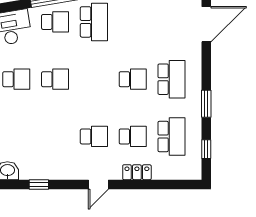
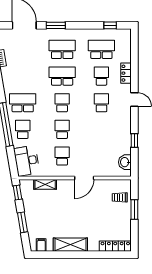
school desk: (94, 79) -> (62, 103), added
school desk: (133, 79) -> (62, 76), width x1.85
window: (206, 104) -> (56, 25), moved

